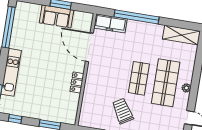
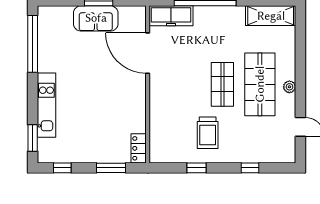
locker: (77, 82) -> (139, 148), moved
trolley: (123, 111) -> (208, 133), turned -148

